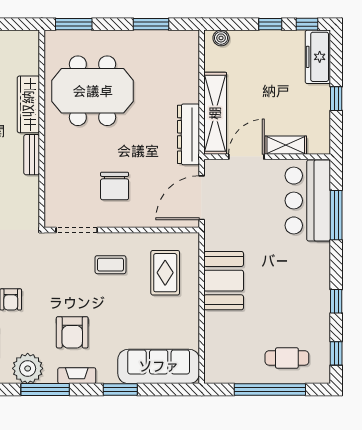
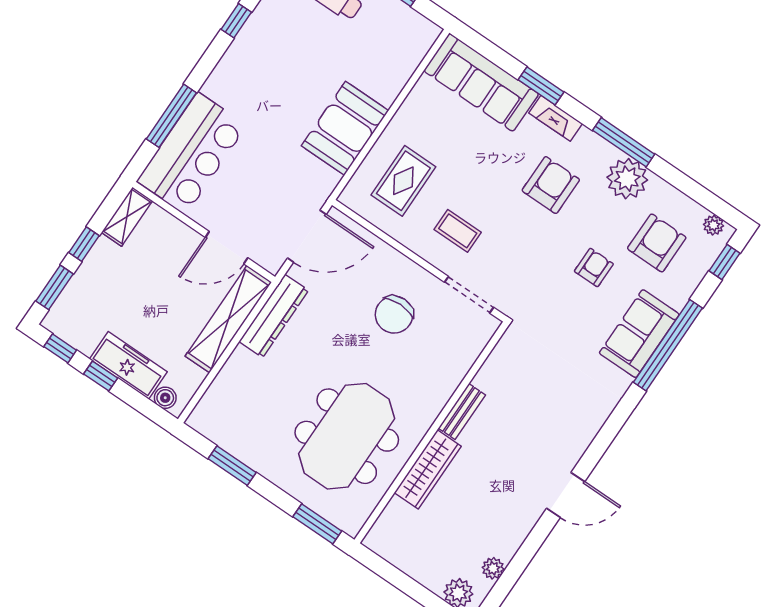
freezer: (318, 57) -> (128, 365), moved, turned -90
window: (336, 59) -> (54, 287), added
meeting table: (93, 91) -> (347, 436), turned 90
shelving: (286, 145) -> (127, 217), moved, turned 90
chair: (115, 186) -> (394, 315), turned 180
fireplace: (77, 376) -> (556, 118), moved

